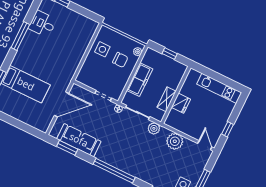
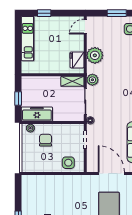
side table: (102, 49) -> (68, 163), moved
freezer: (140, 80) -> (37, 114), moved
shelving: (166, 99) -> (72, 81), moved
fridge: (181, 103) -> (77, 60), moved, turned -90
window: (228, 129) -> (44, 13), moved

